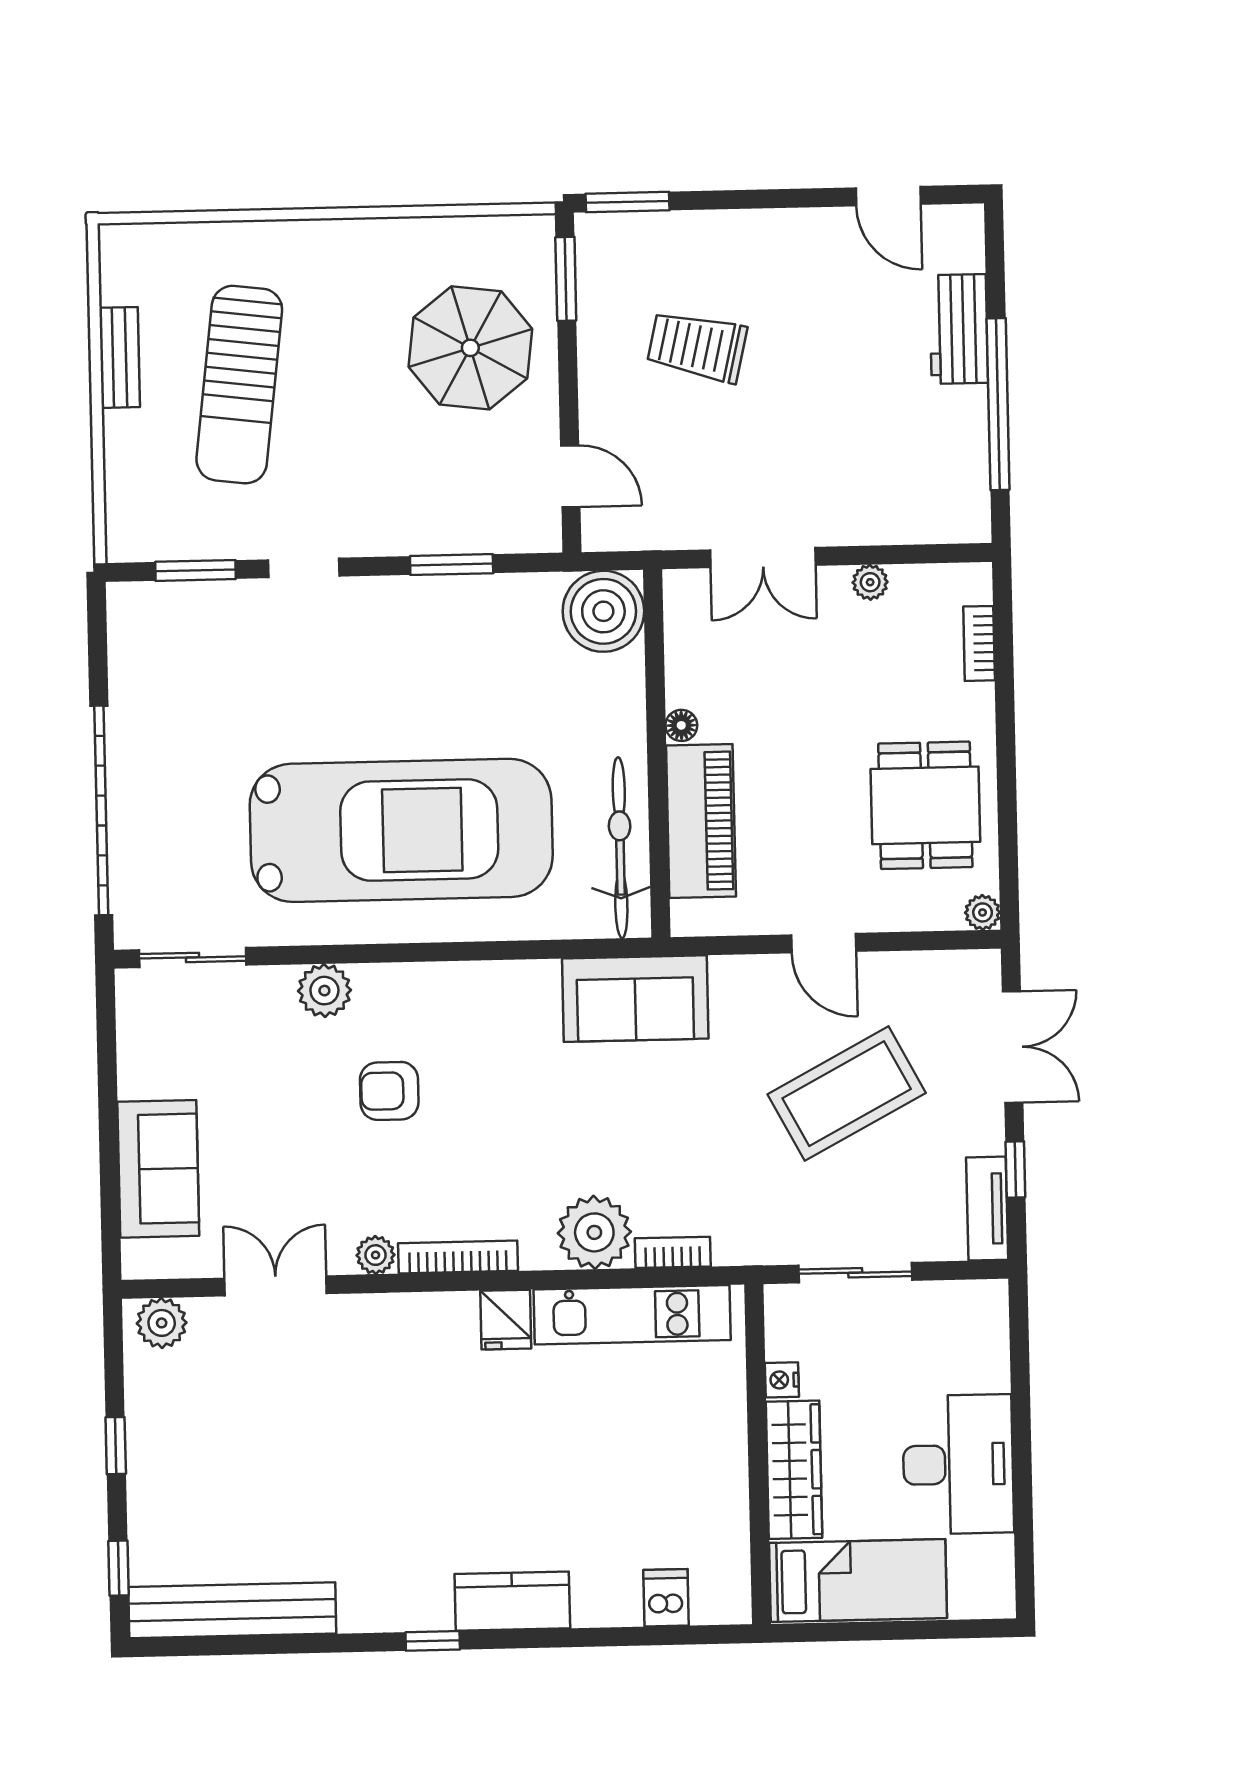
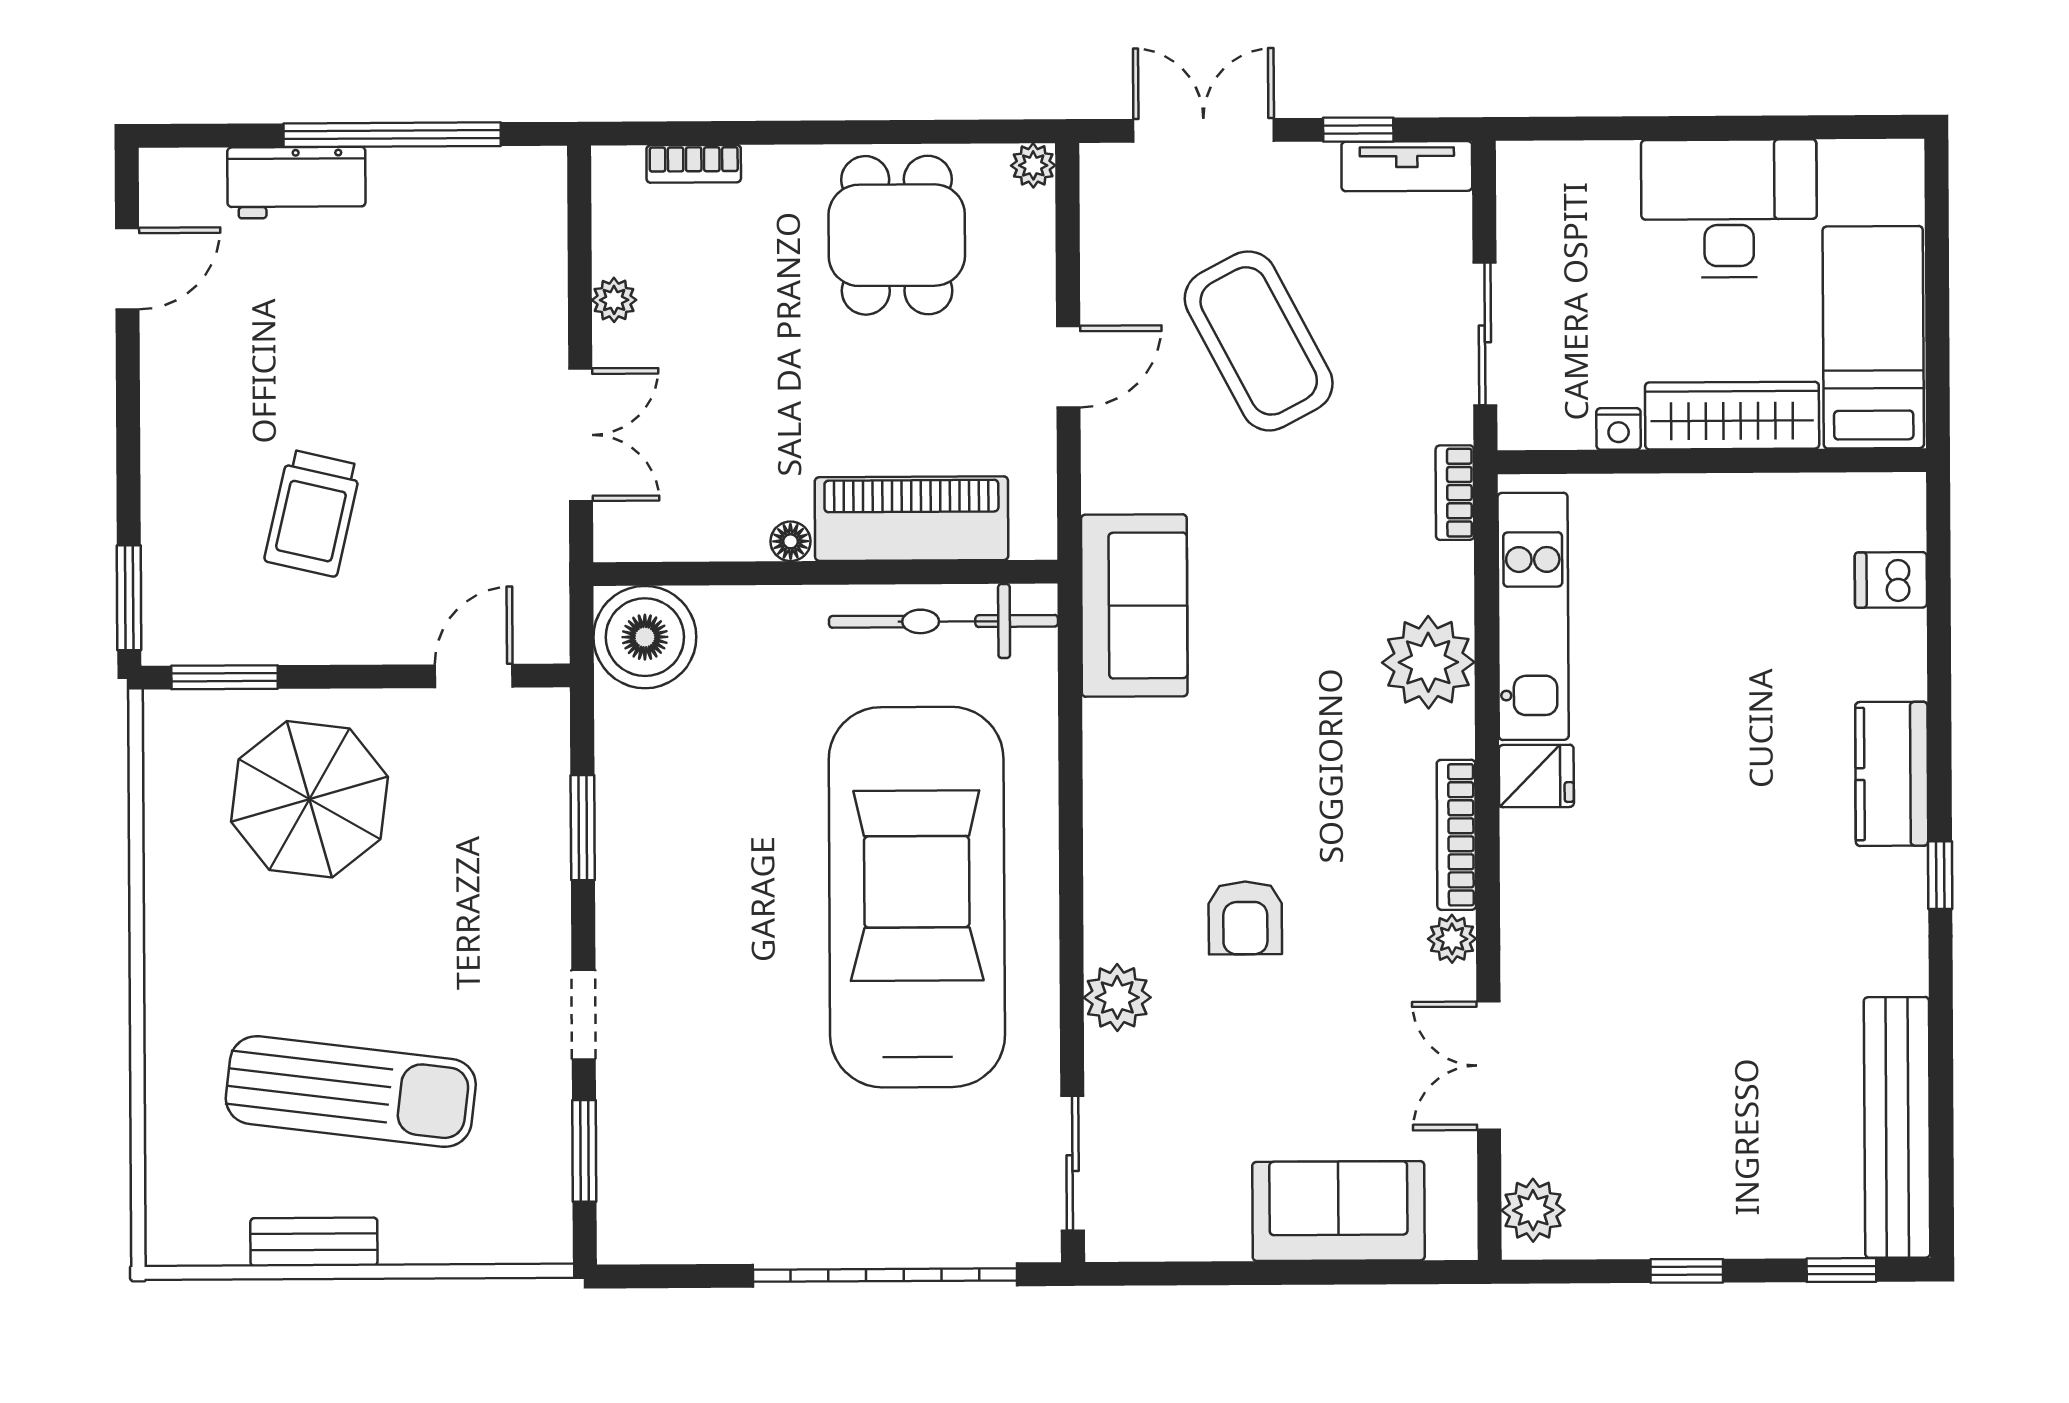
dining table: (925, 805) -> (897, 235), turned 90
bookcase: (673, 1252) -> (1455, 493), moved

